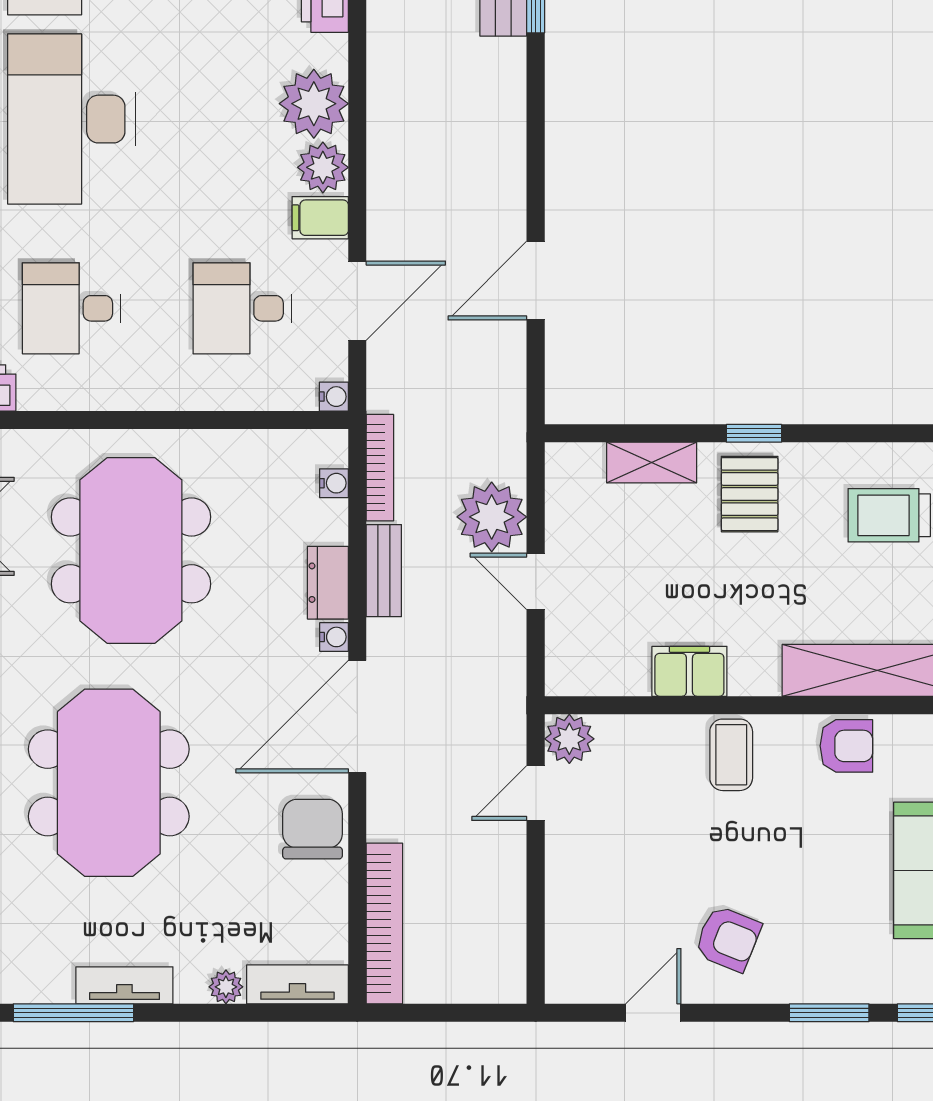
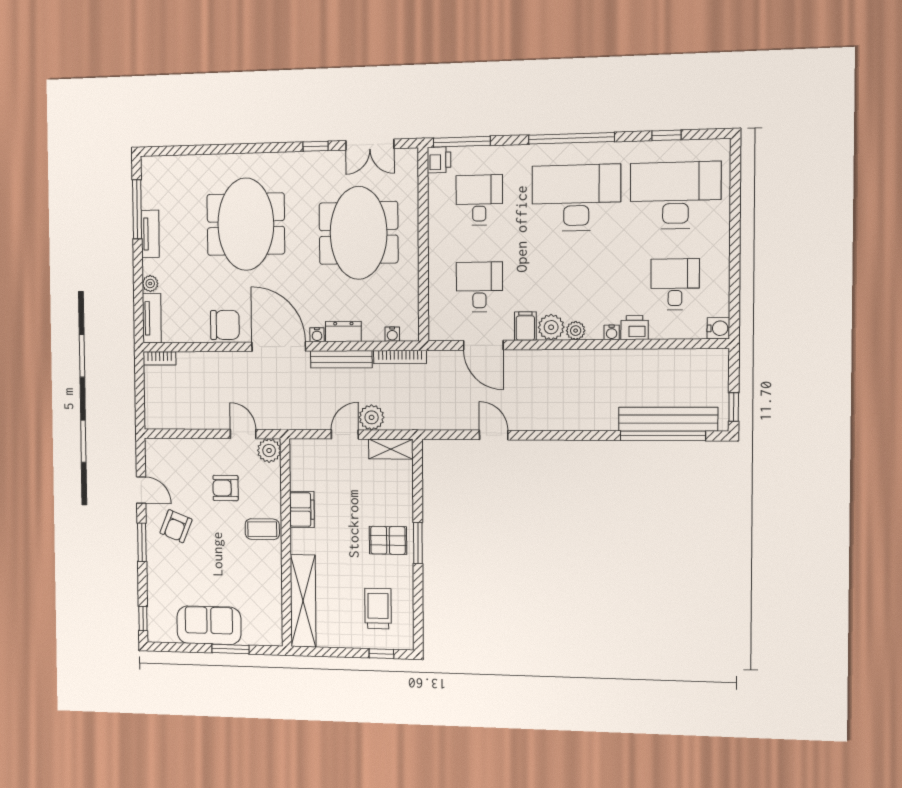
plant: (314, 104) -> (576, 331), width x0.53, depth x0.53
door: (536, 281) -> (494, 435), width x0.73
water cooler: (334, 397) -> (612, 332), moved
window: (754, 433) -> (418, 543), width x1.50
shelving: (652, 462) -> (391, 449), moved, turned 90
plant: (492, 517) -> (372, 417), width x0.73, depth x0.73
meeting table: (131, 550) -> (359, 233), turned 90
bench: (384, 571) -> (341, 359), width x1.36
armchair: (846, 746) -> (226, 488), moved, turned 90
meeting table: (109, 783) -> (246, 224), turned 90
bookcase: (384, 924) -> (159, 358), width x0.43, depth x0.76
window: (829, 1013) -> (142, 542), moved

